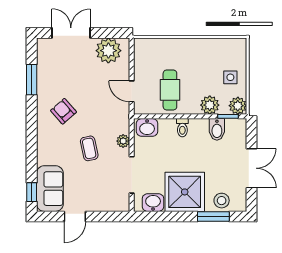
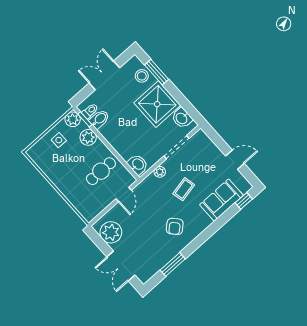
toilet: (182, 128) -> (90, 111), moved
sofa: (50, 189) -> (222, 200), moved

